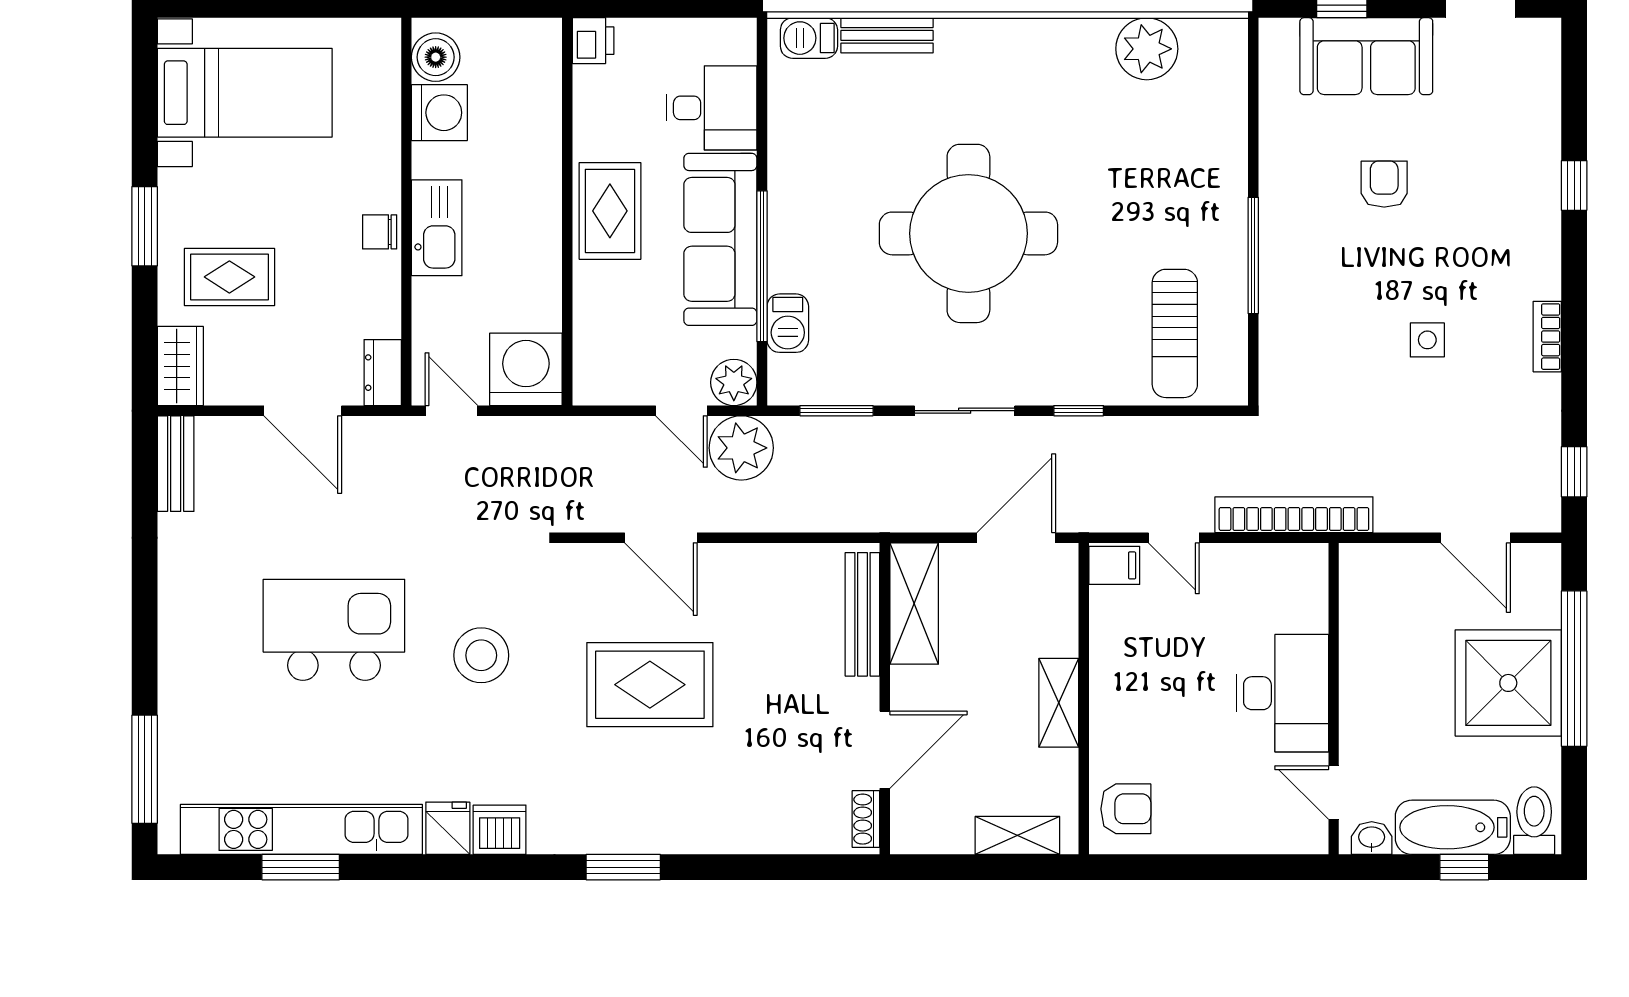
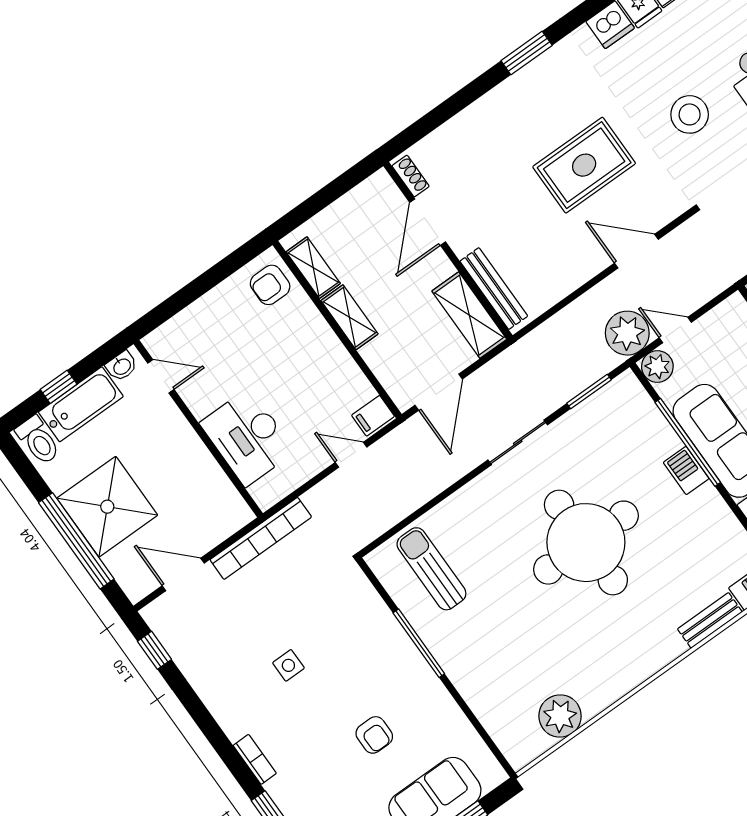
barbecue: (788, 323) -> (686, 470), moved
bookcase: (1547, 337) -> (255, 759), moved
window: (1079, 411) -> (454, 488), removed
bookcase: (1294, 515) -> (261, 538), moved
desk: (1282, 693) -> (247, 437), moved
shelving: (1017, 835) -> (313, 268), moved, turned 90

